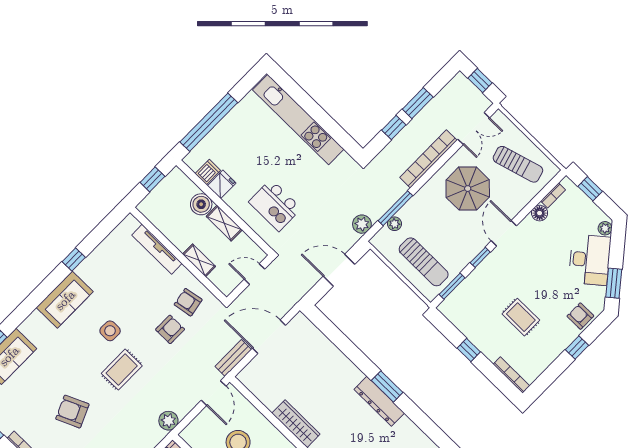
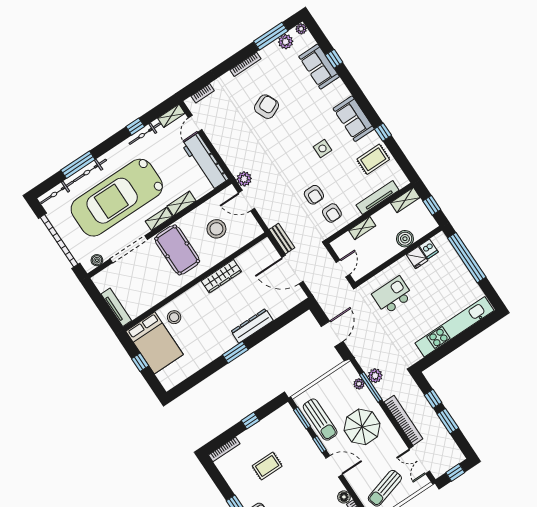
parasol: (468, 189) -> (362, 427), moved
shelving: (224, 223) -> (405, 200), moved
plant: (362, 224) -> (375, 376), moved
sun lounger: (424, 262) -> (320, 420), moved, turned -90
armchair: (188, 302) -> (332, 213), turned 100
door: (269, 337) -> (292, 269), swing flipped
rug: (122, 370) -> (373, 159), moved, turned 90
door: (214, 393) -> (246, 201), moved
dresser: (379, 401) -> (252, 326), moved

